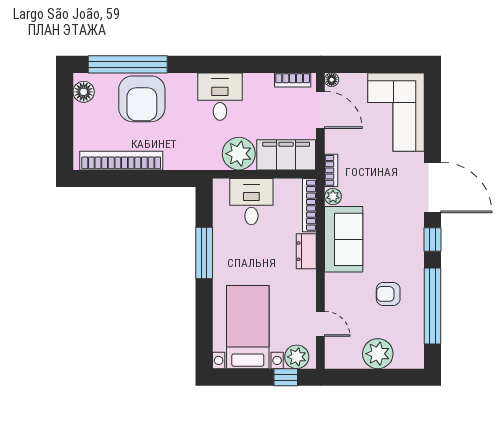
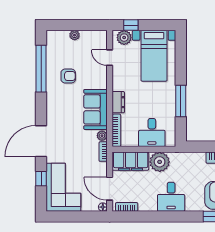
door: (432, 187) -> (41, 141), hinge flipped
window: (432, 240) -> (41, 179), moved
plant: (378, 354) -> (75, 35), width x0.53, depth x0.53

